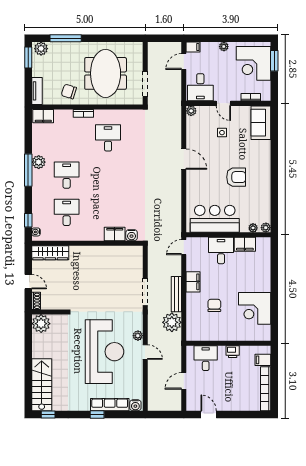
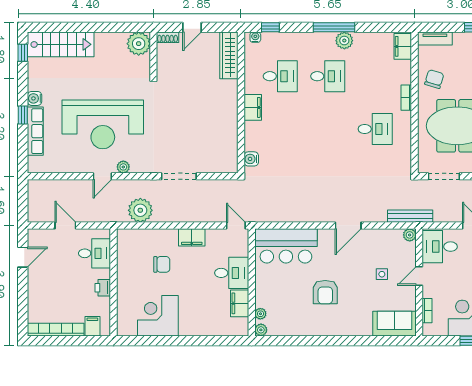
bar counter: (215, 219) -> (286, 246), moved, turned 90
filing cabinet: (115, 234) -> (253, 107), moved
bench: (176, 294) -> (410, 216), moved
water cooler: (135, 405) -> (35, 98), moved

